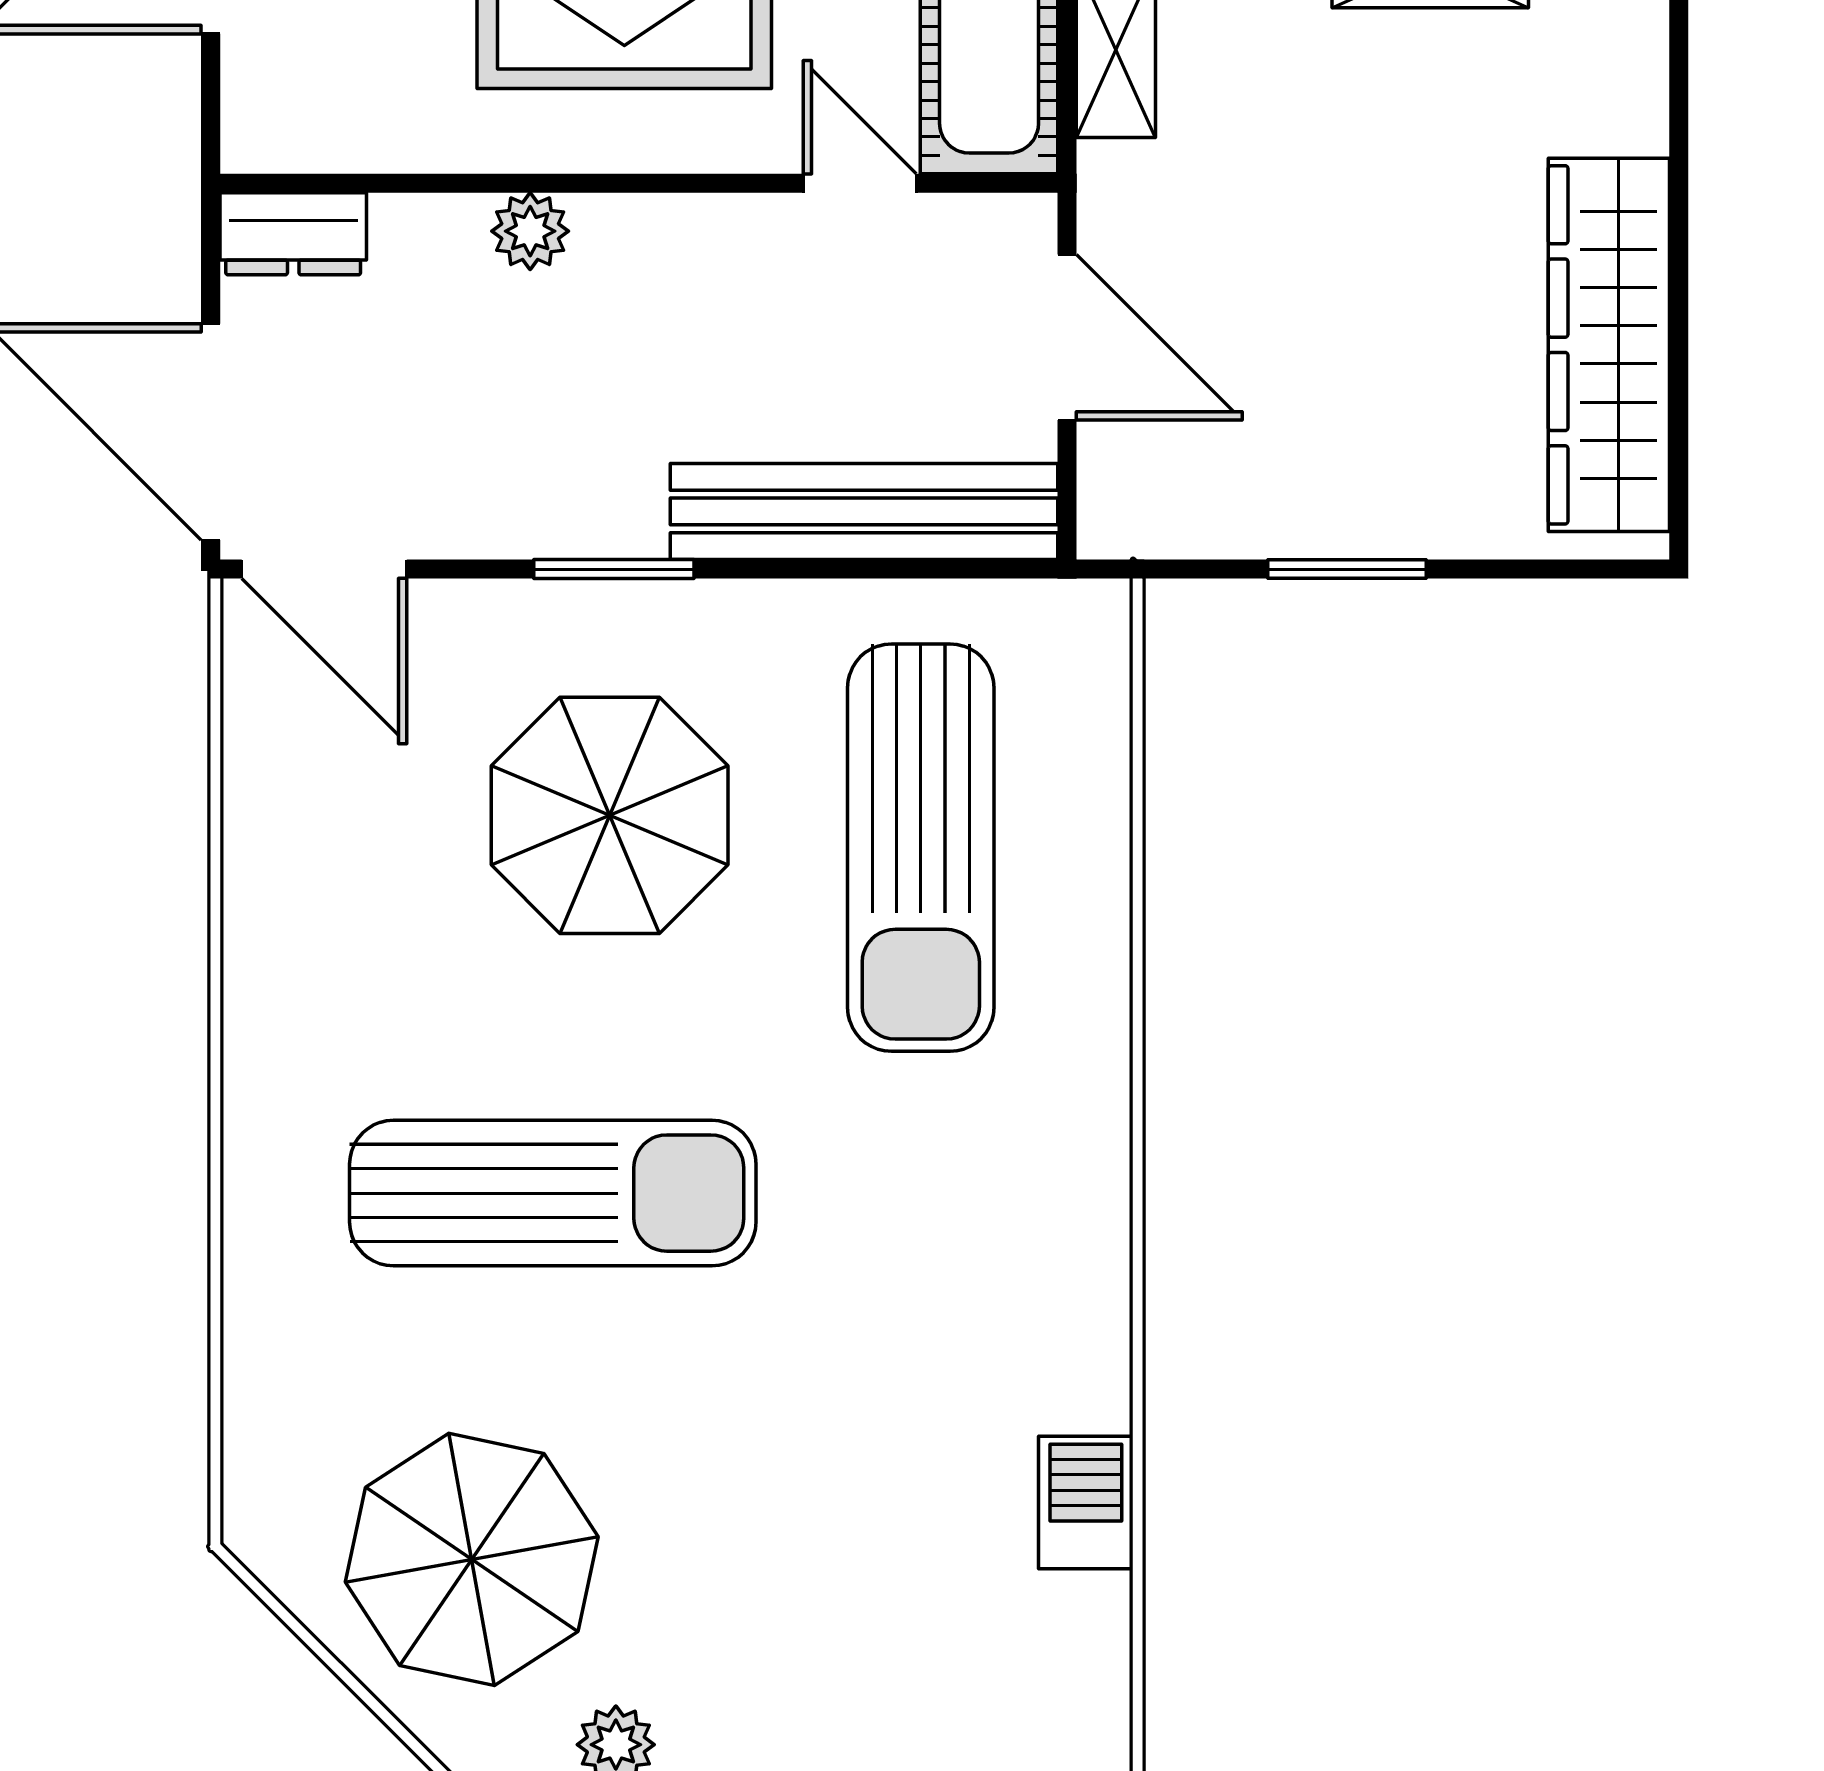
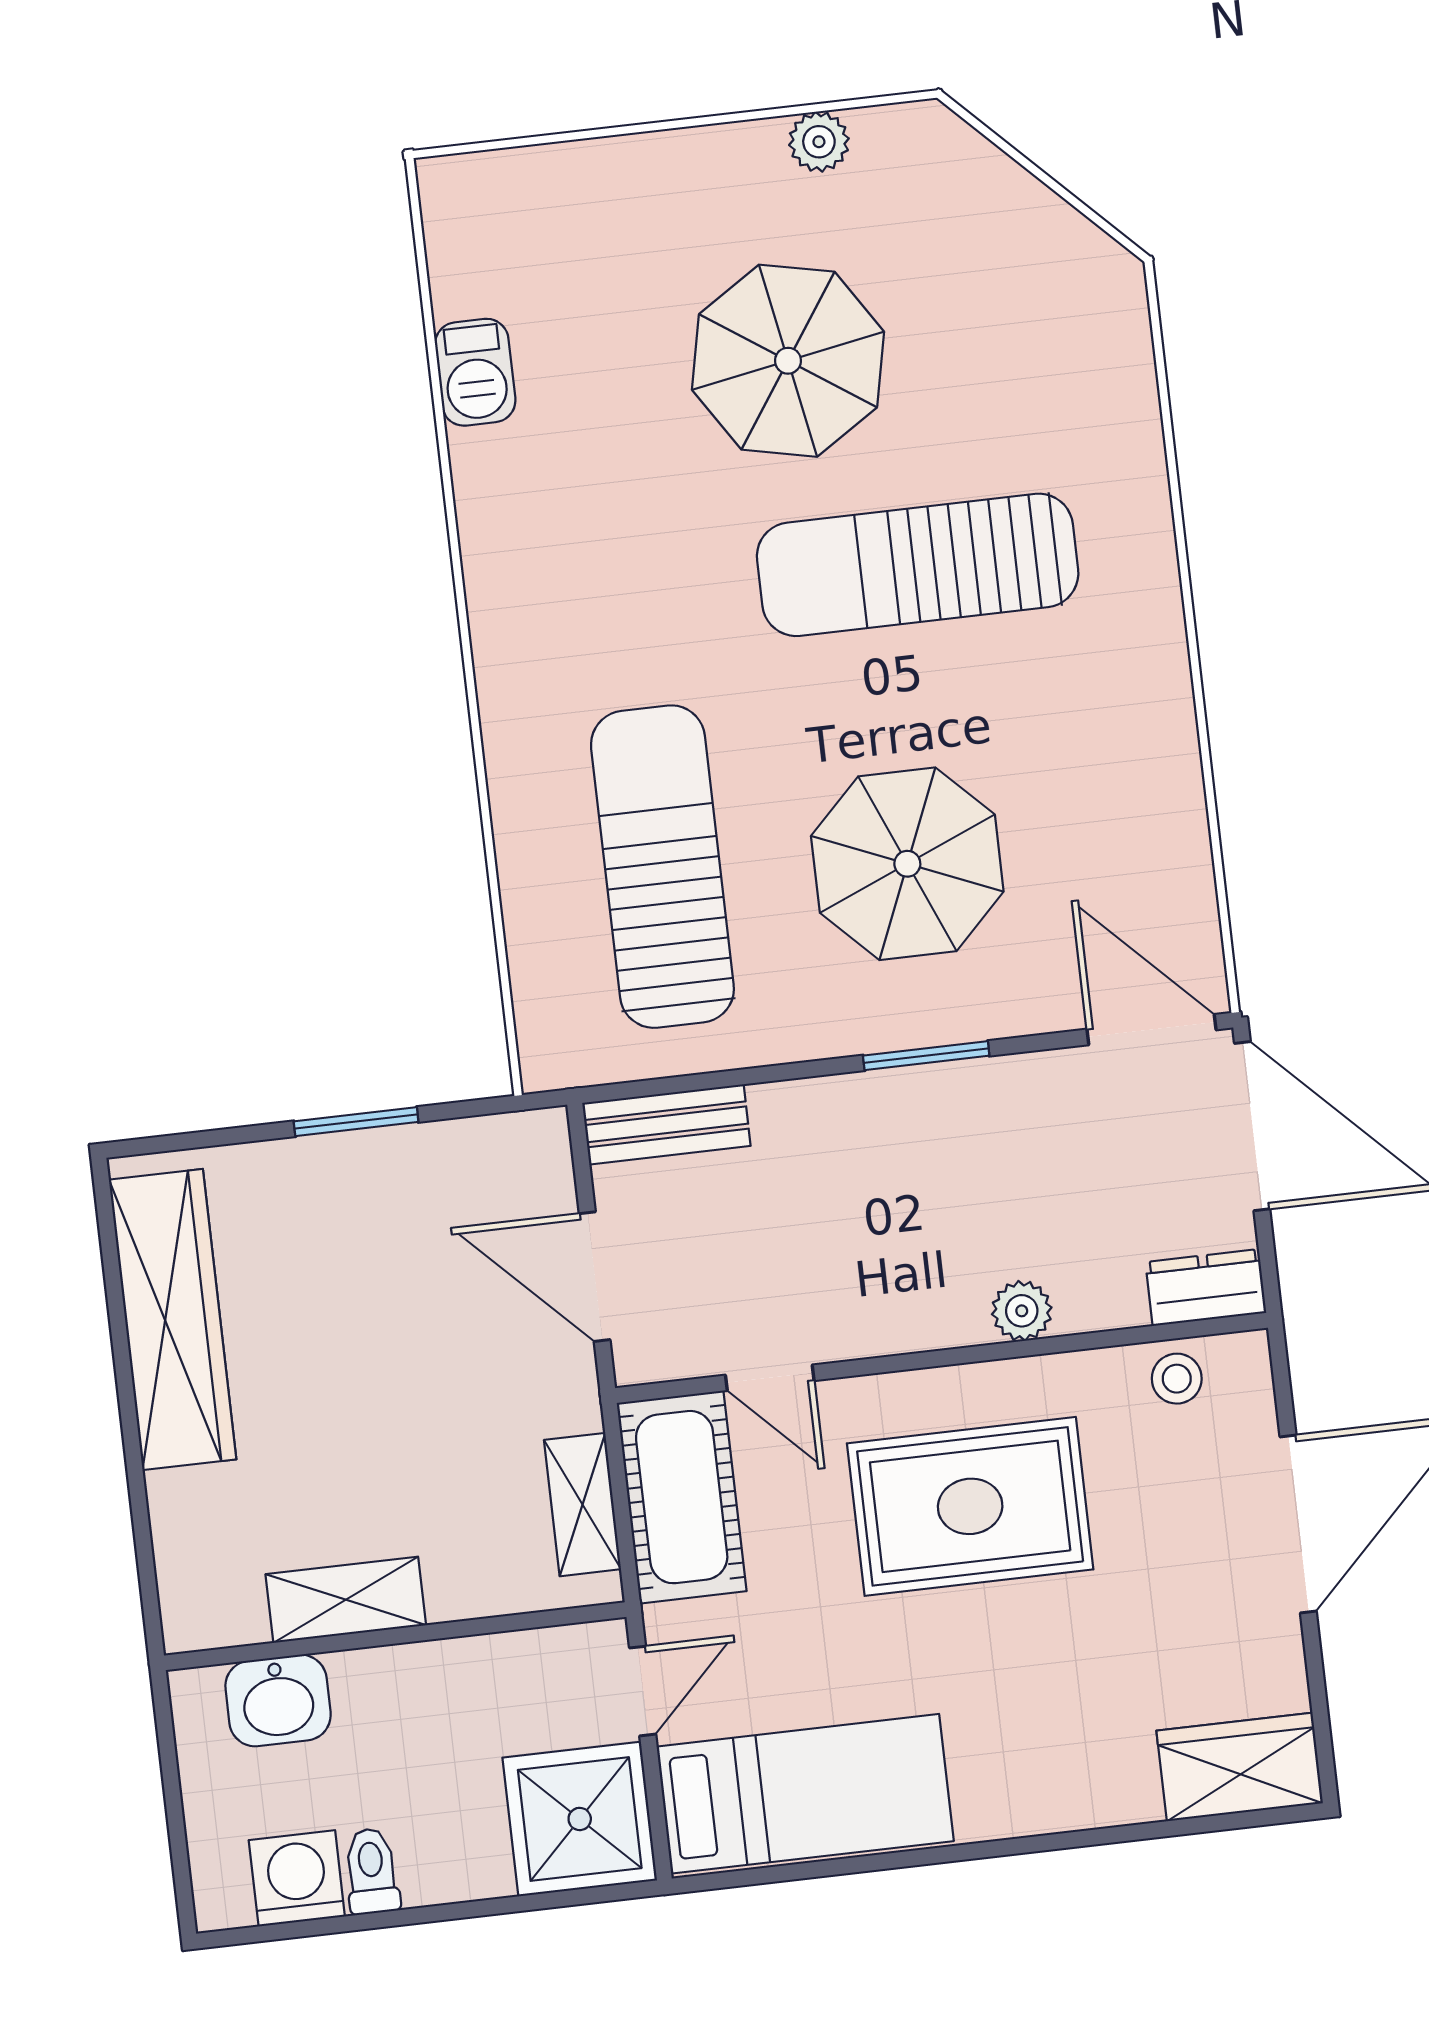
stool: (343, 122) -> (1177, 1379), added
bench: (864, 511) -> (666, 1124), width x0.54, depth x0.82
parasol: (472, 1559) -> (788, 361), moved

